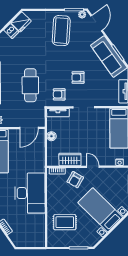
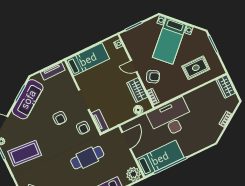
door: (29, 128) -> (126, 141), hinge flipped
floor lamp: (51, 136) -> (138, 110), moved
door: (93, 167) -> (134, 66), hinge flipped
desk: (30, 193) -> (171, 118), moved
rug: (65, 222) -> (196, 68), turned 90
wardrobe: (35, 241) -> (226, 87), added

